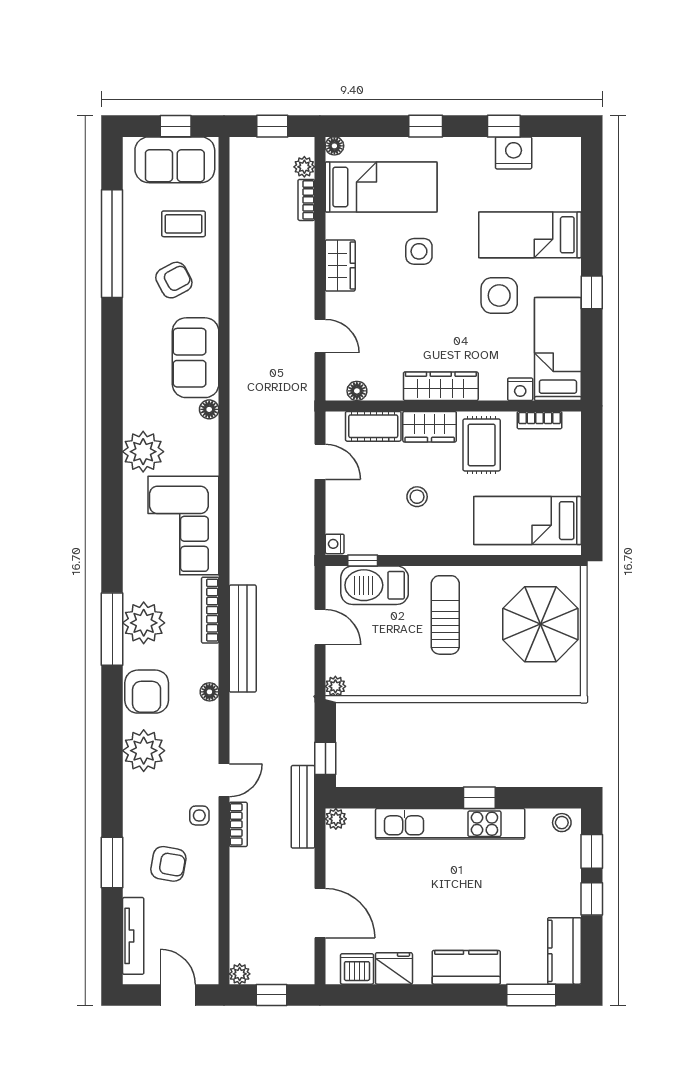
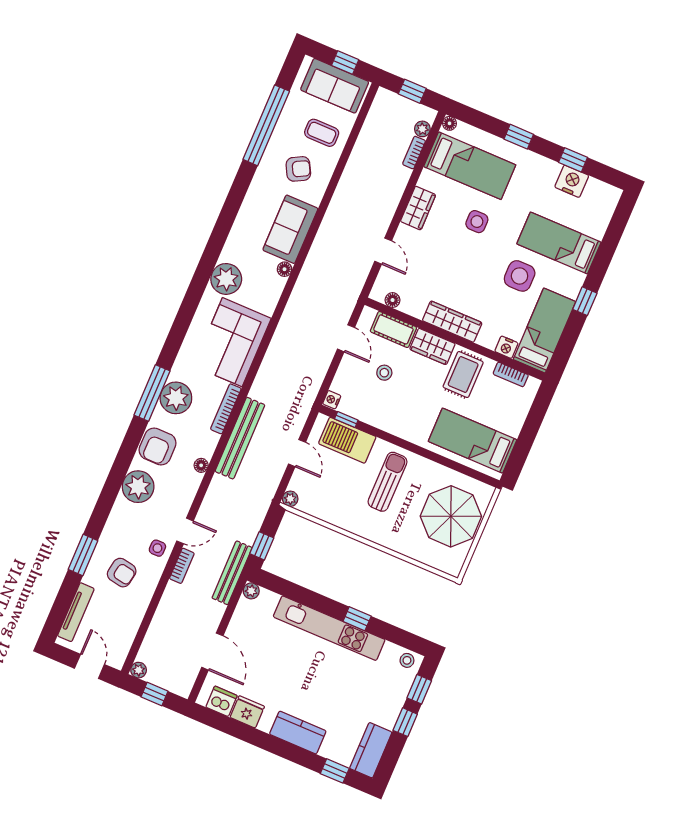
stool: (417, 497) -> (384, 373), moved
window: (531, 995) -> (335, 771), width x0.67

